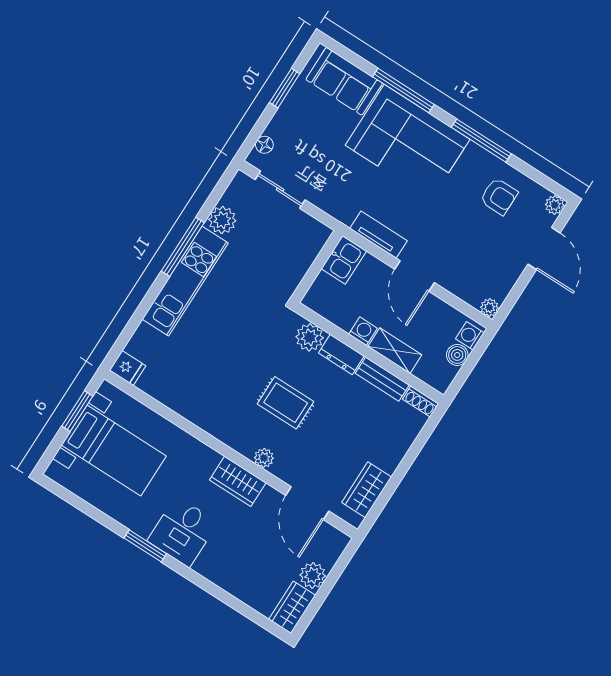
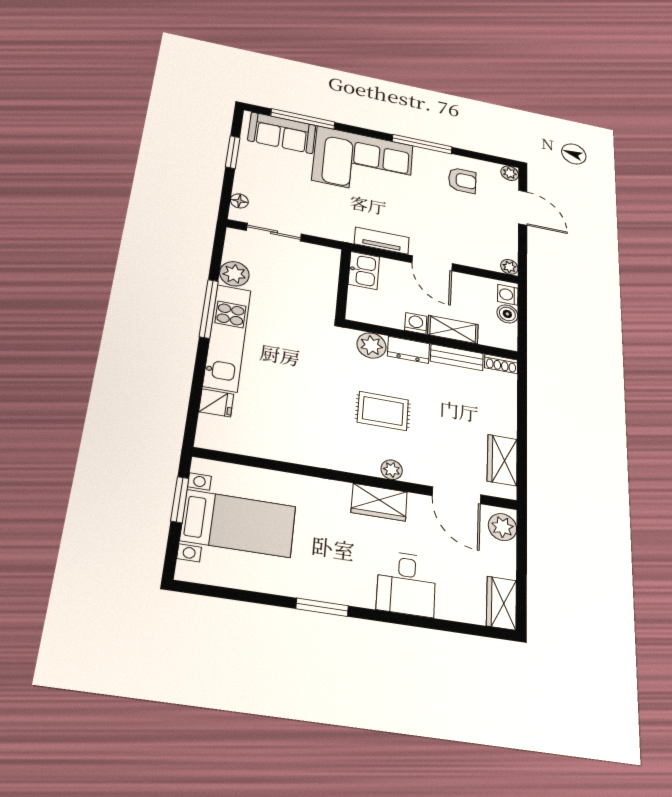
window: (403, 91) -> (303, 119), moved
fridge: (128, 368) -> (216, 403), moved
desk: (183, 532) -> (406, 584), moved
plant: (313, 575) -> (503, 527), moved

